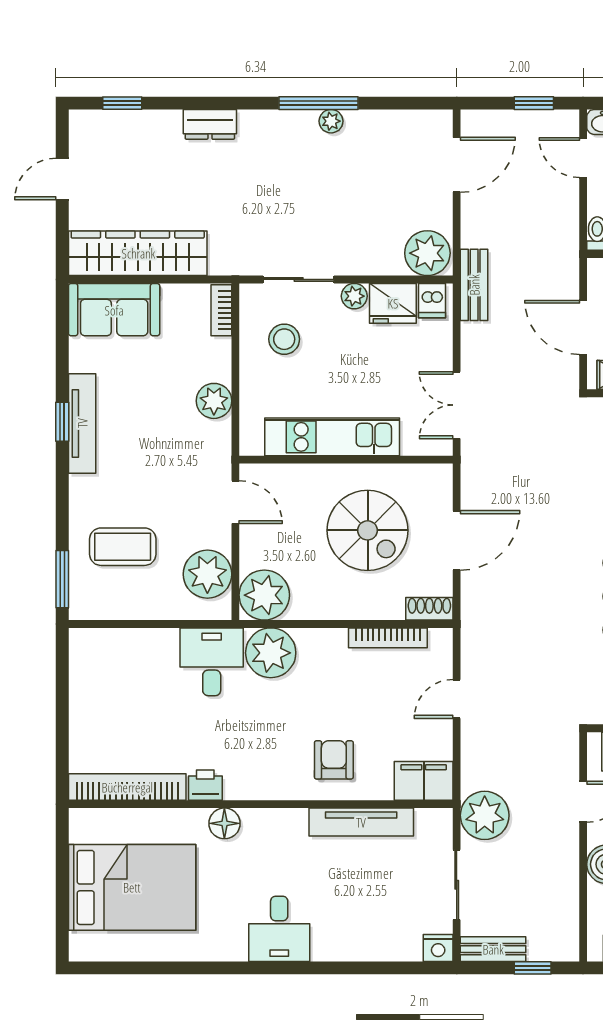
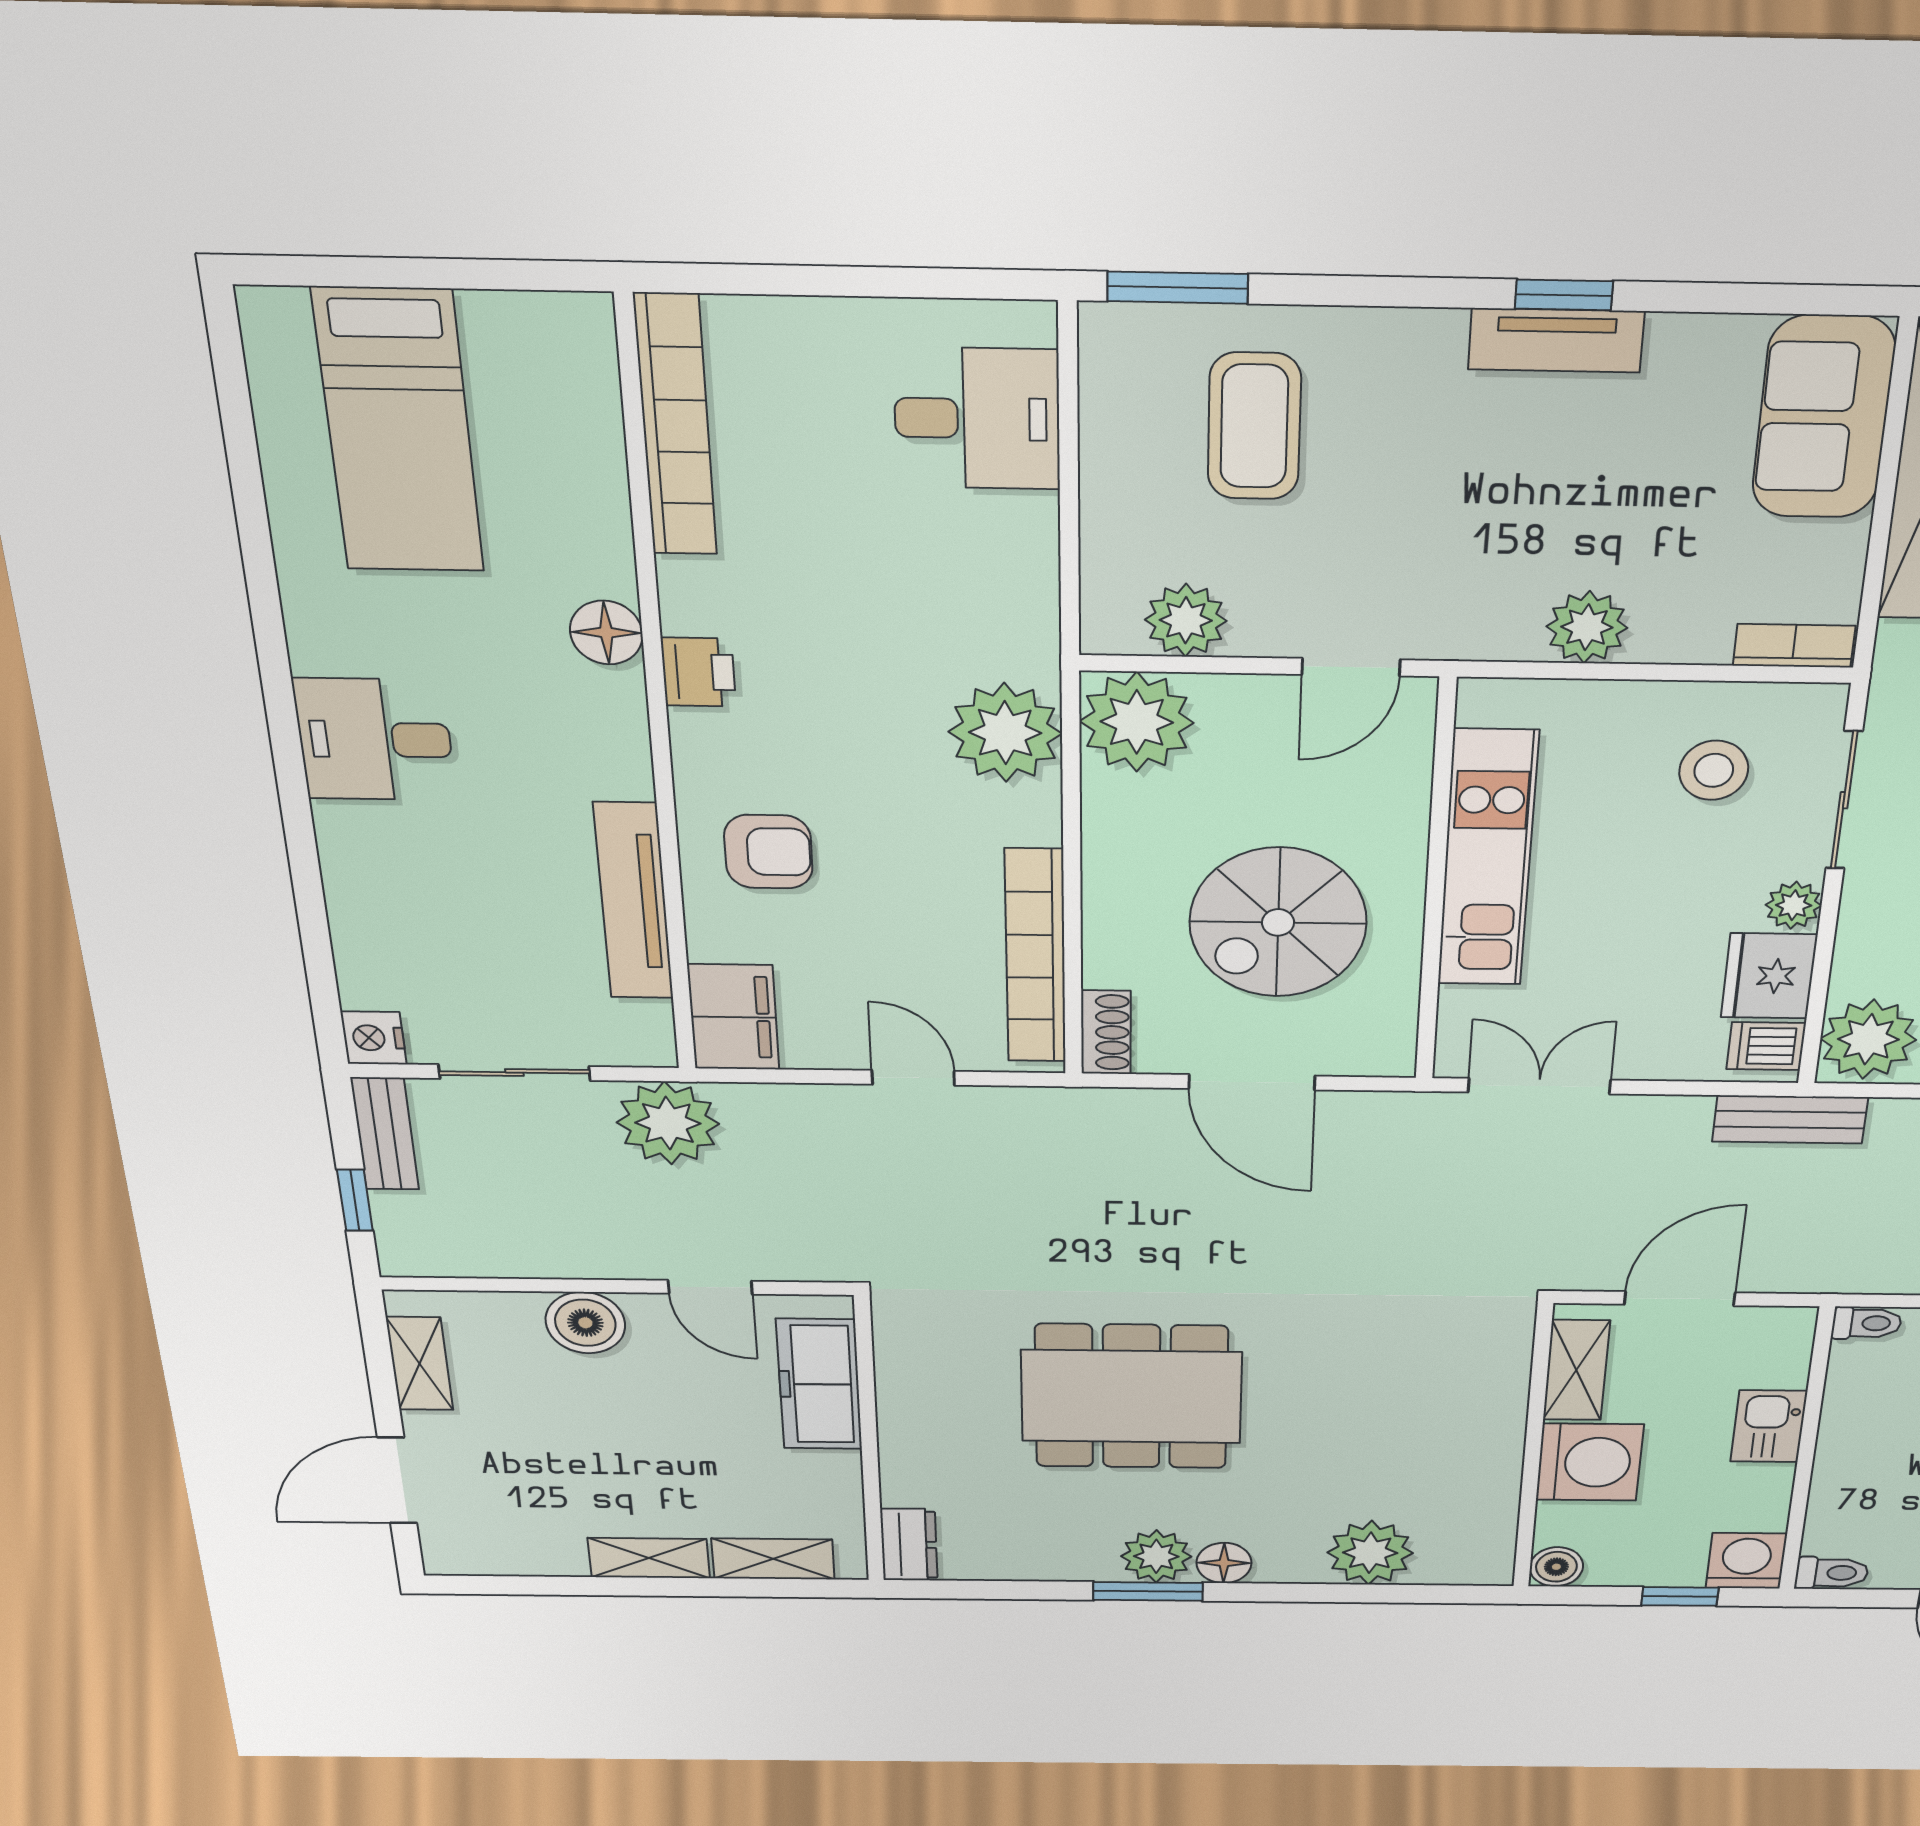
tv unit: (82, 423) -> (1556, 340), width x0.71
plant: (207, 574) -> (1186, 620), width x0.73, depth x0.73
bookcase: (388, 638) -> (1035, 956), width x1.48, depth x1.31
desk: (212, 662) -> (977, 419), moved
printer: (205, 785) -> (698, 672), moved
bed: (132, 887) -> (399, 432), width x0.67

